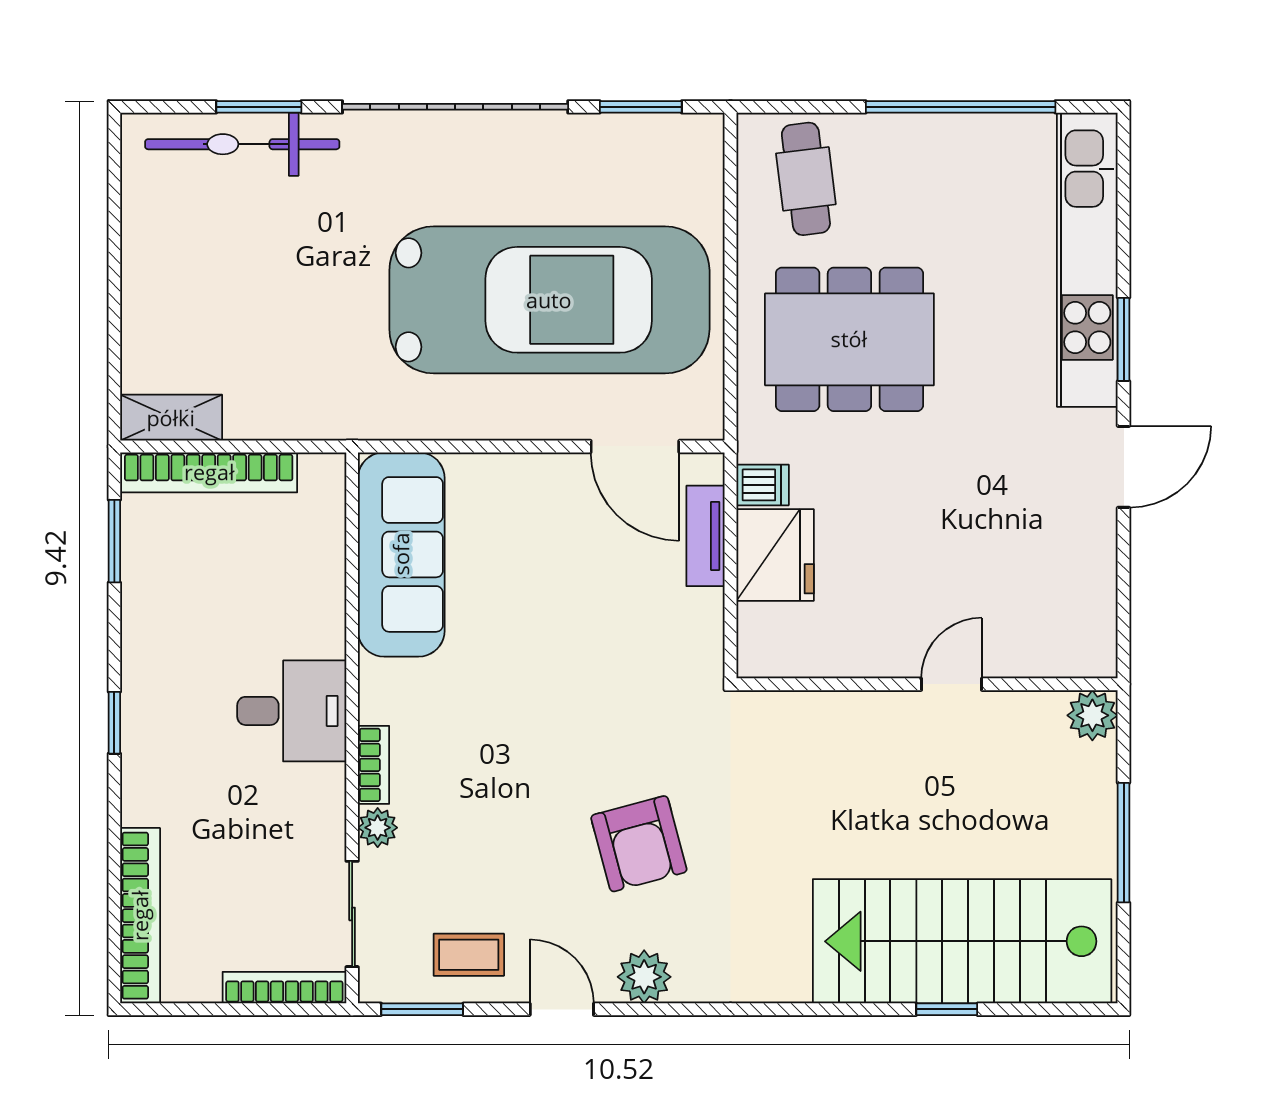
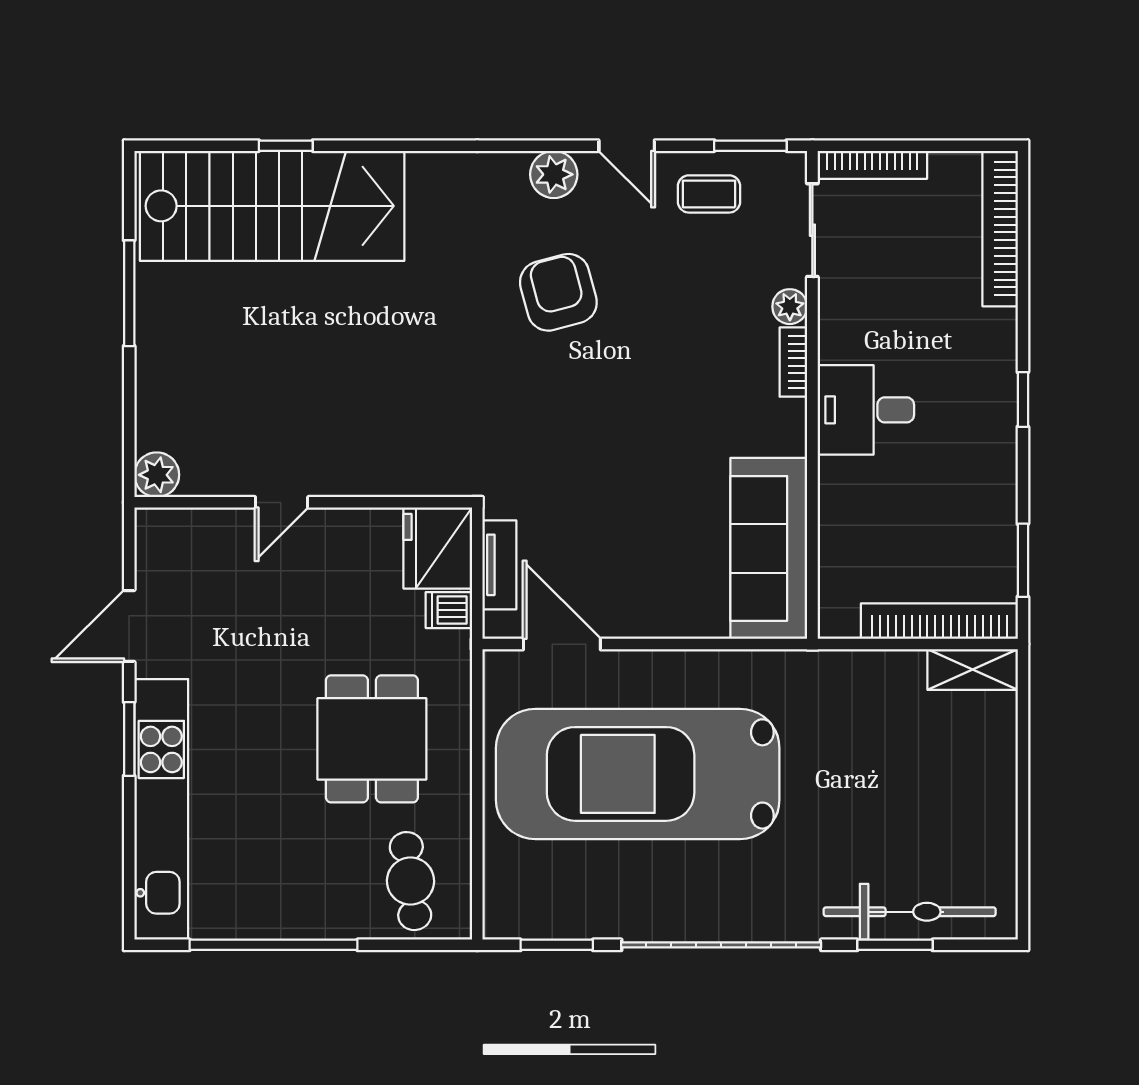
dining table: (849, 339) -> (372, 739), width x0.73
wall: (927, 684) -> (303, 502), moved
door: (951, 684) -> (282, 502), moved
plant: (1092, 715) -> (157, 475), moved

